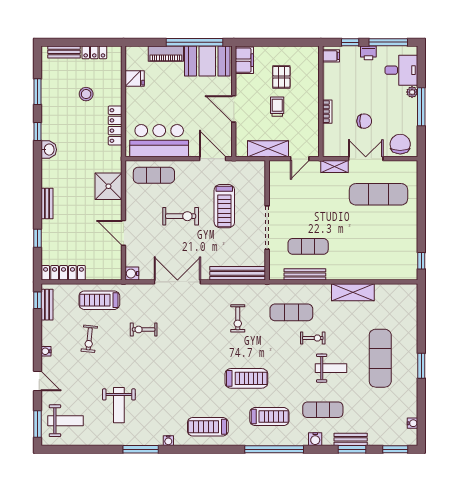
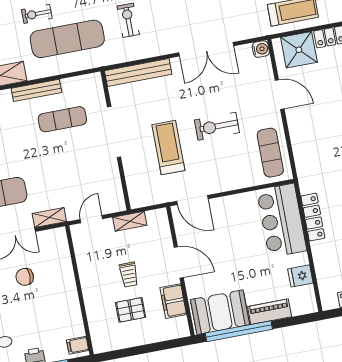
filing cabinet: (244, 60) -> (173, 301), moved
pallet: (281, 77) -> (131, 310), turned 90
bookcase: (327, 112) -> (70, 280), removed
bar counter: (159, 141) -> (282, 220), moved, turned 90
shelving: (268, 149) -> (130, 221), width x0.67, depth x0.75
exercise mat: (154, 175) -> (270, 153), moved, turned 90
shower: (108, 186) -> (299, 50), moved
bench: (305, 274) -> (36, 90), moved
exercise mat: (291, 312) -> (67, 39), width x1.36, depth x1.45

